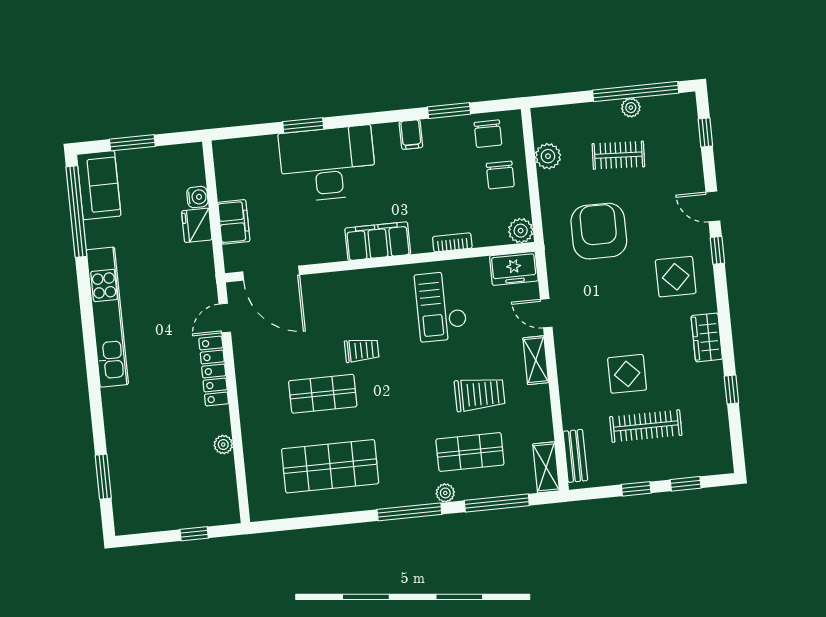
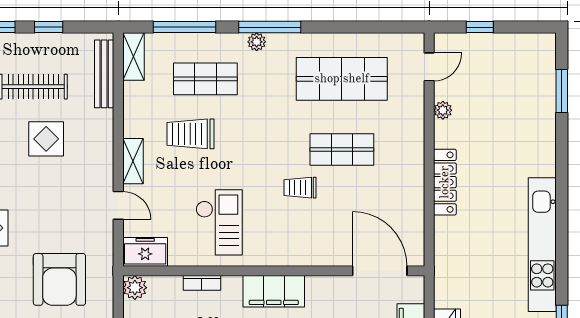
door: (225, 318) -> (429, 67), moved
bench: (575, 456) -> (104, 74), width x1.36
plant: (445, 493) -> (257, 42), moved

